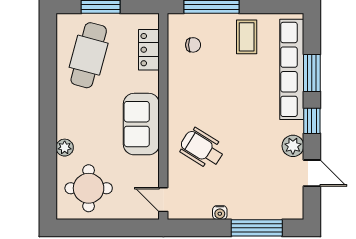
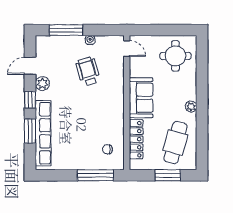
coffee table: (247, 37) -> (73, 154), removed
locker: (149, 50) -> (136, 139), width x1.53
plant: (65, 148) -> (191, 107), moved
wheelchair: (202, 149) -> (88, 71), moved, turned -138
door: (312, 173) -> (30, 66), hinge flipped

